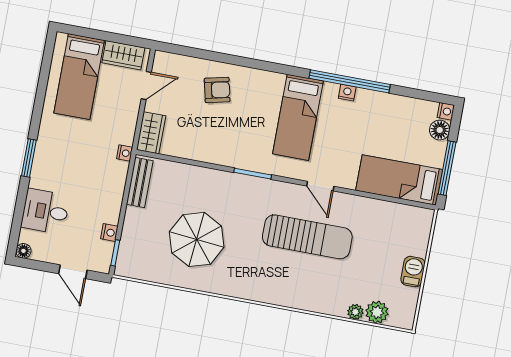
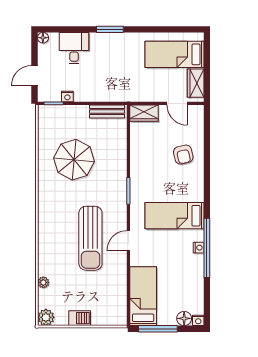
nightstand: (125, 153) -> (126, 97), removed
plant: (377, 312) -> (46, 317), moved

